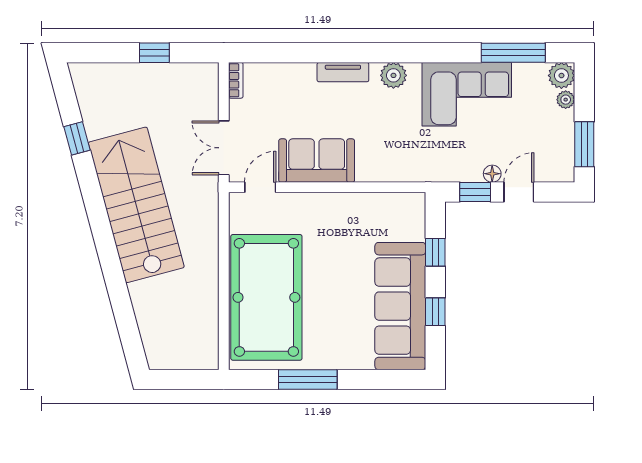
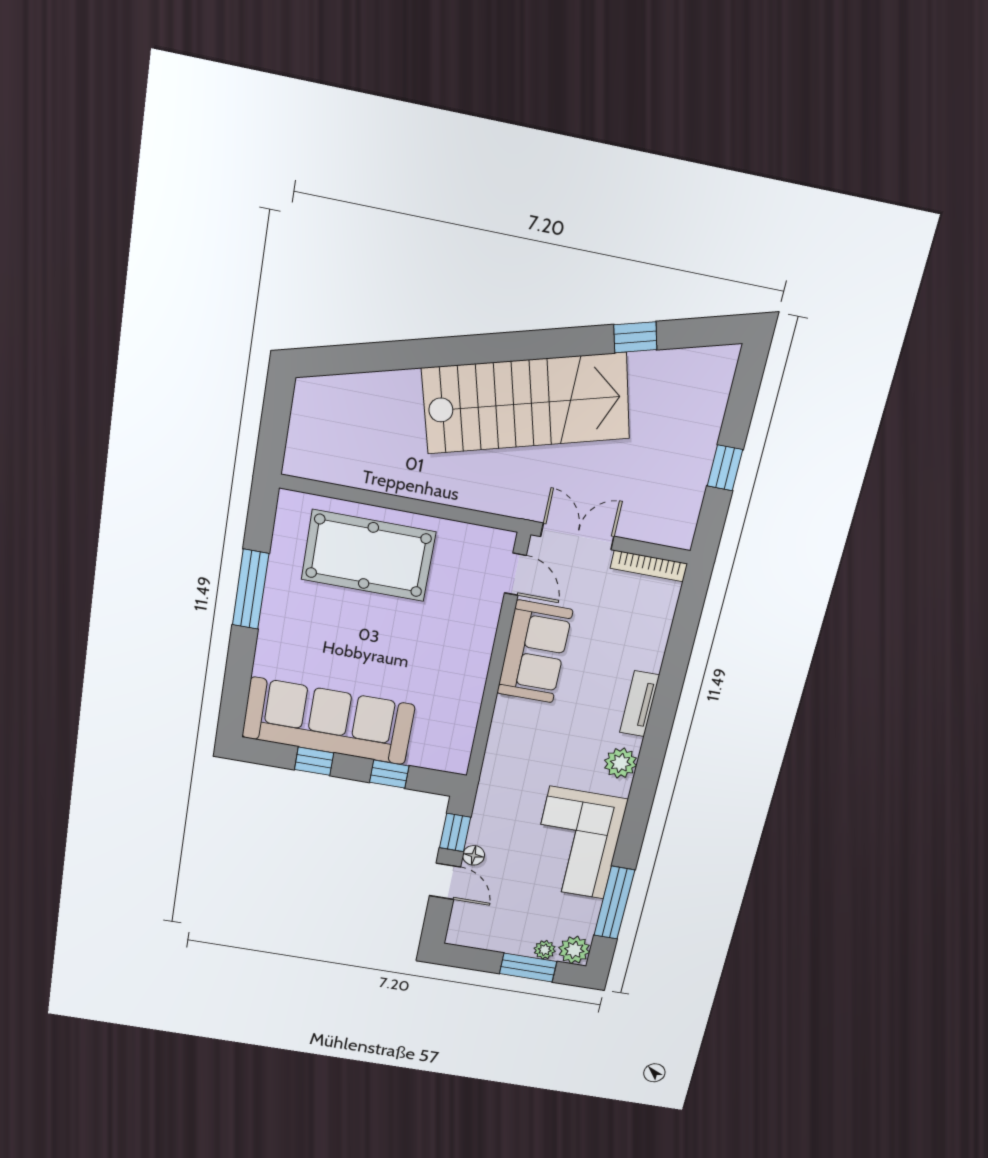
bookcase: (236, 80) -> (649, 566), width x1.56
window: (584, 144) -> (528, 968), moved
pool table: (266, 297) -> (368, 556), width x0.73, depth x0.76

